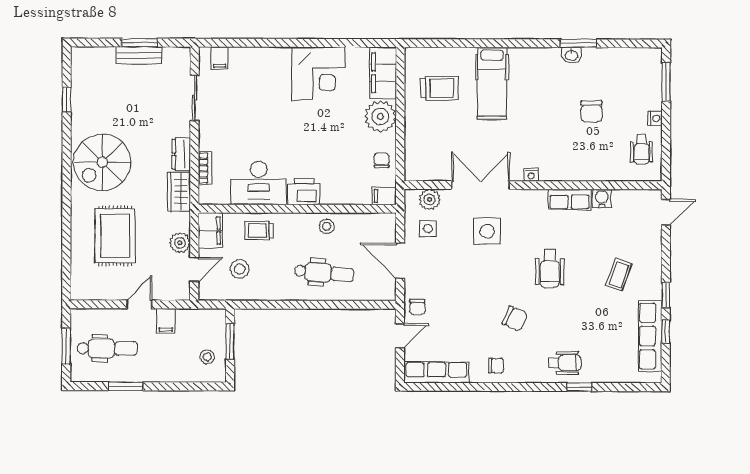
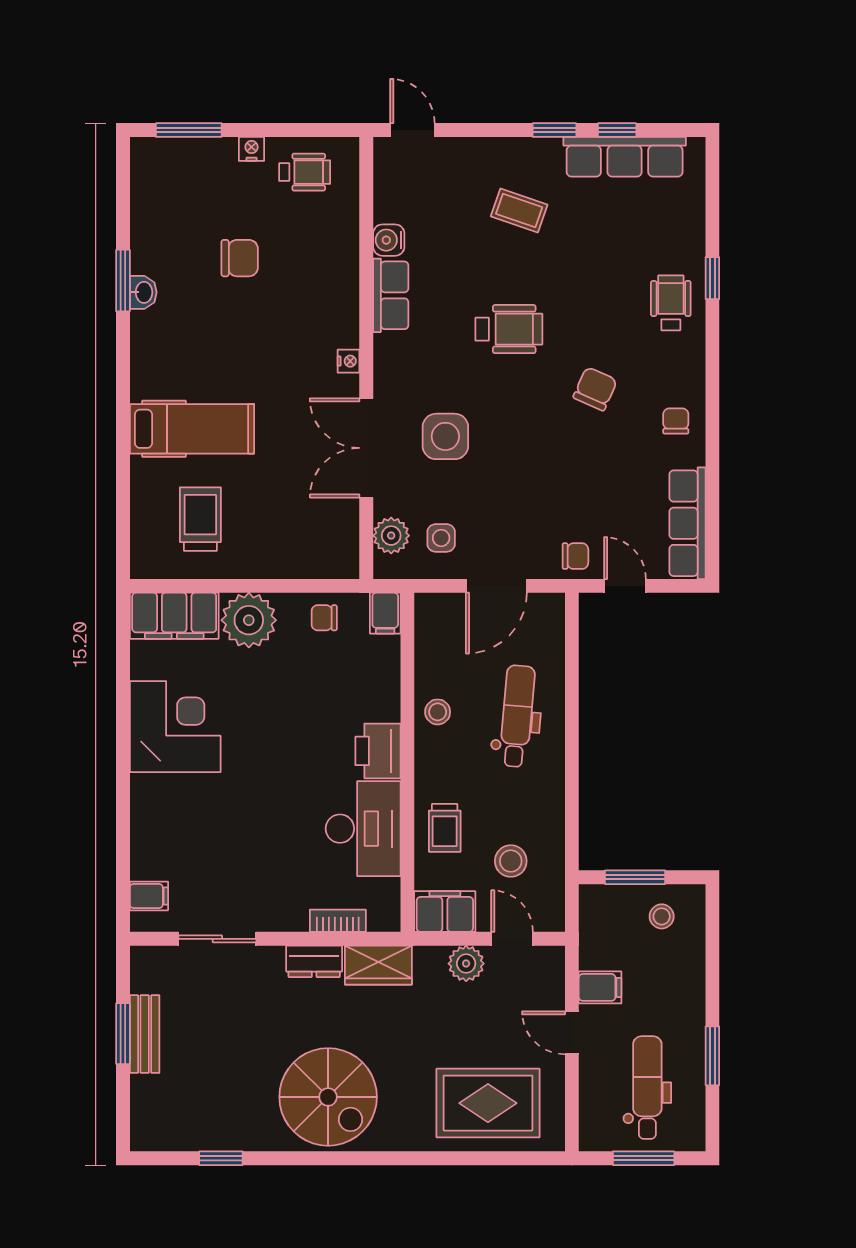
rug: (115, 236) -> (488, 1103), moved

